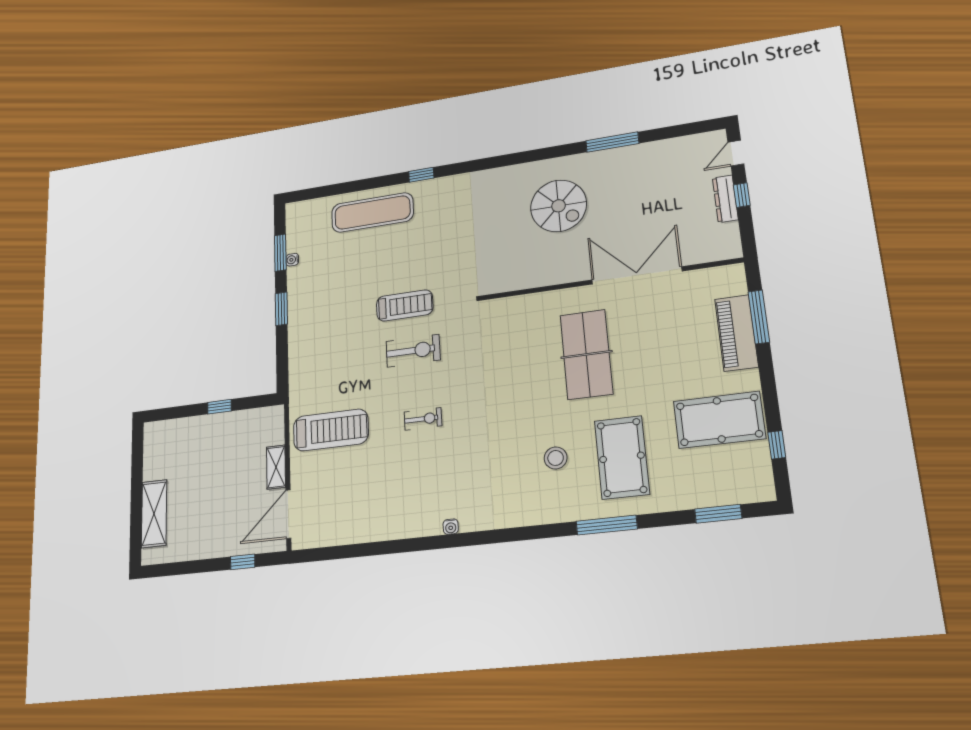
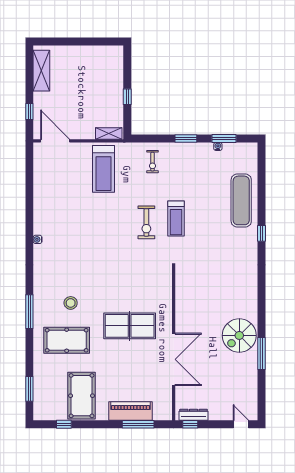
window: (742, 195) -> (190, 424), moved
dresser: (725, 199) -> (194, 415), moved
spiral stairs: (559, 206) -> (239, 335), moved
exercise bike: (423, 419) -> (153, 162), moved
shelving: (276, 467) -> (109, 133), moved
shelving: (154, 514) -> (41, 71), moved, turned 90
window: (607, 525) -> (29, 312), moved

